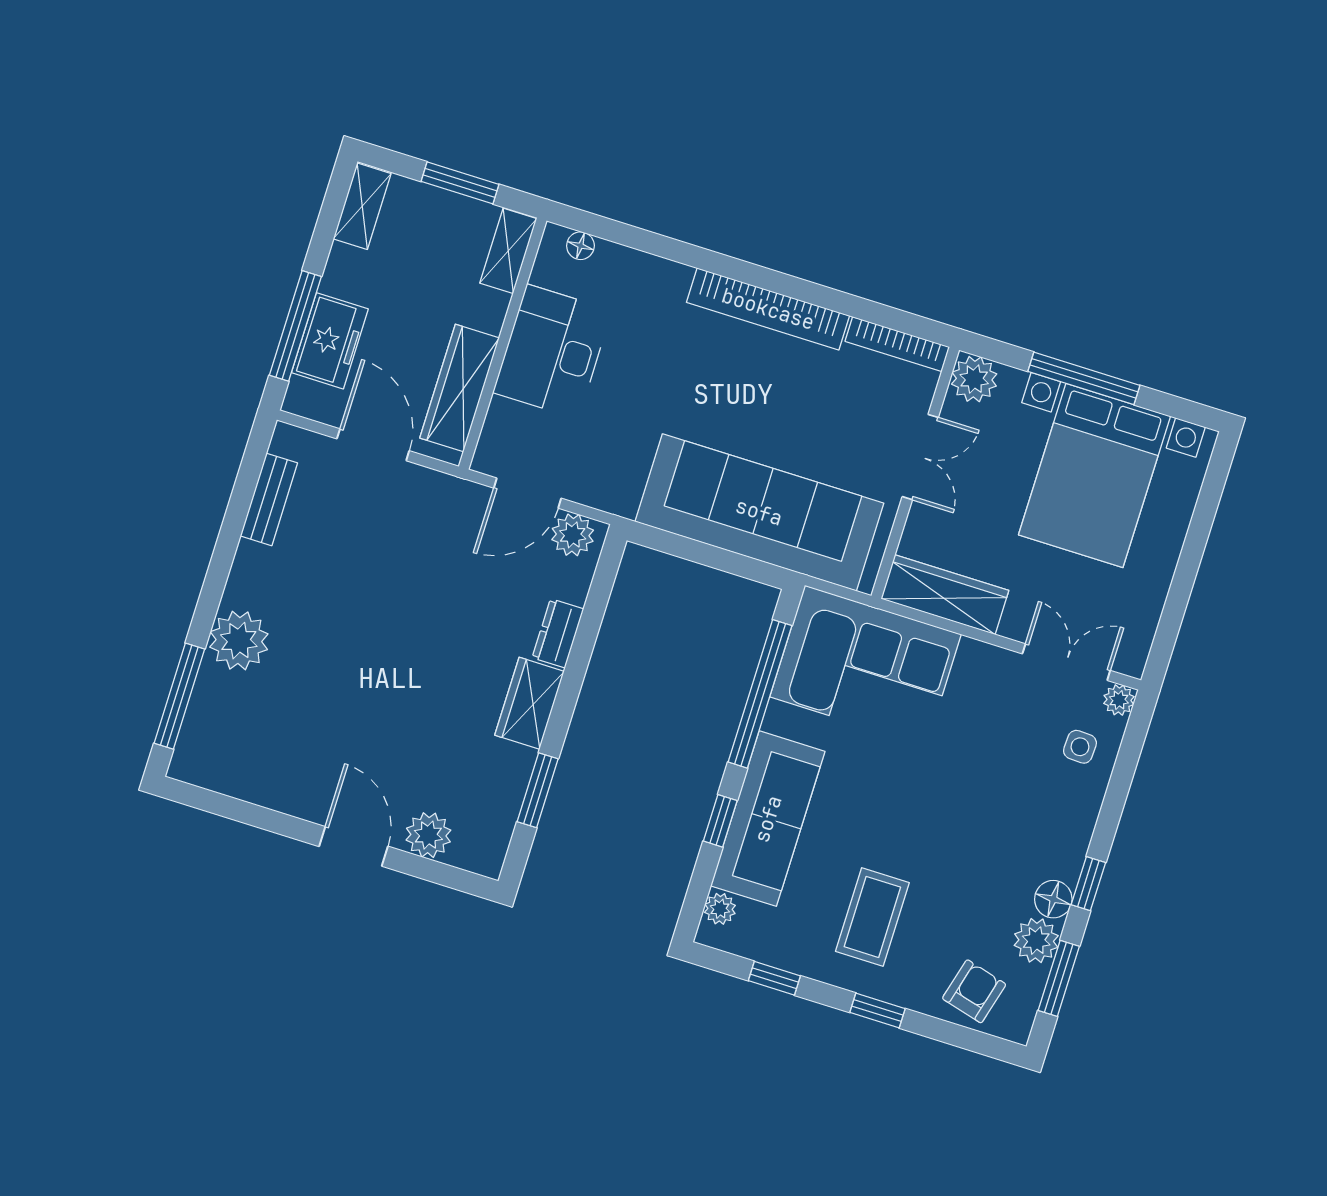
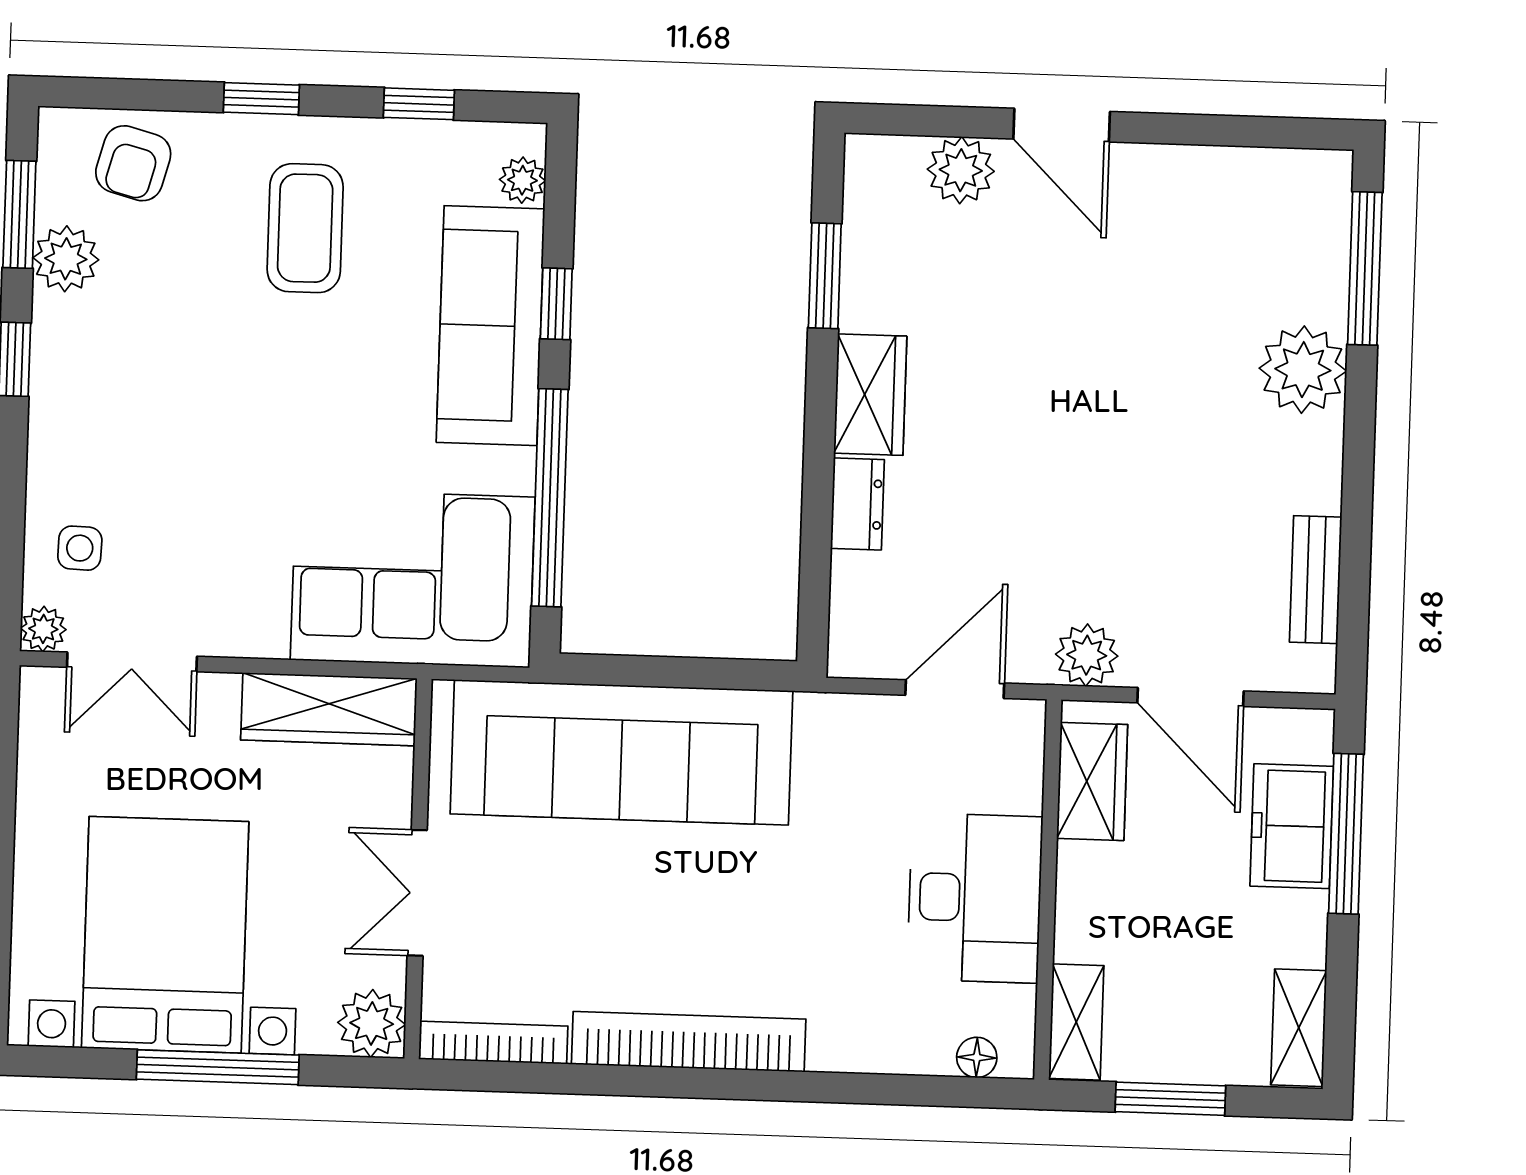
wardrobe: (460, 388) -> (1092, 781), width x0.67
plant: (573, 535) -> (1087, 655), moved
floor lamp: (1053, 899) -> (58, 324), removed

